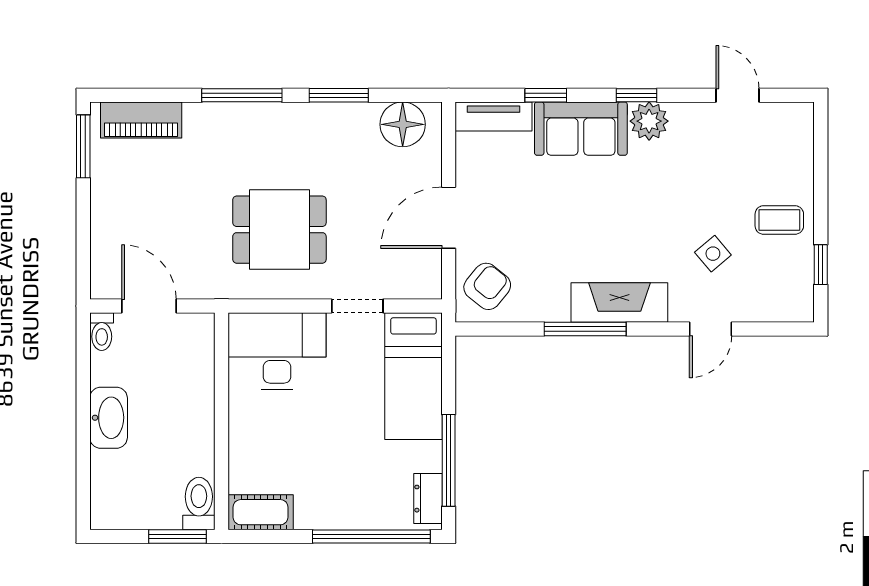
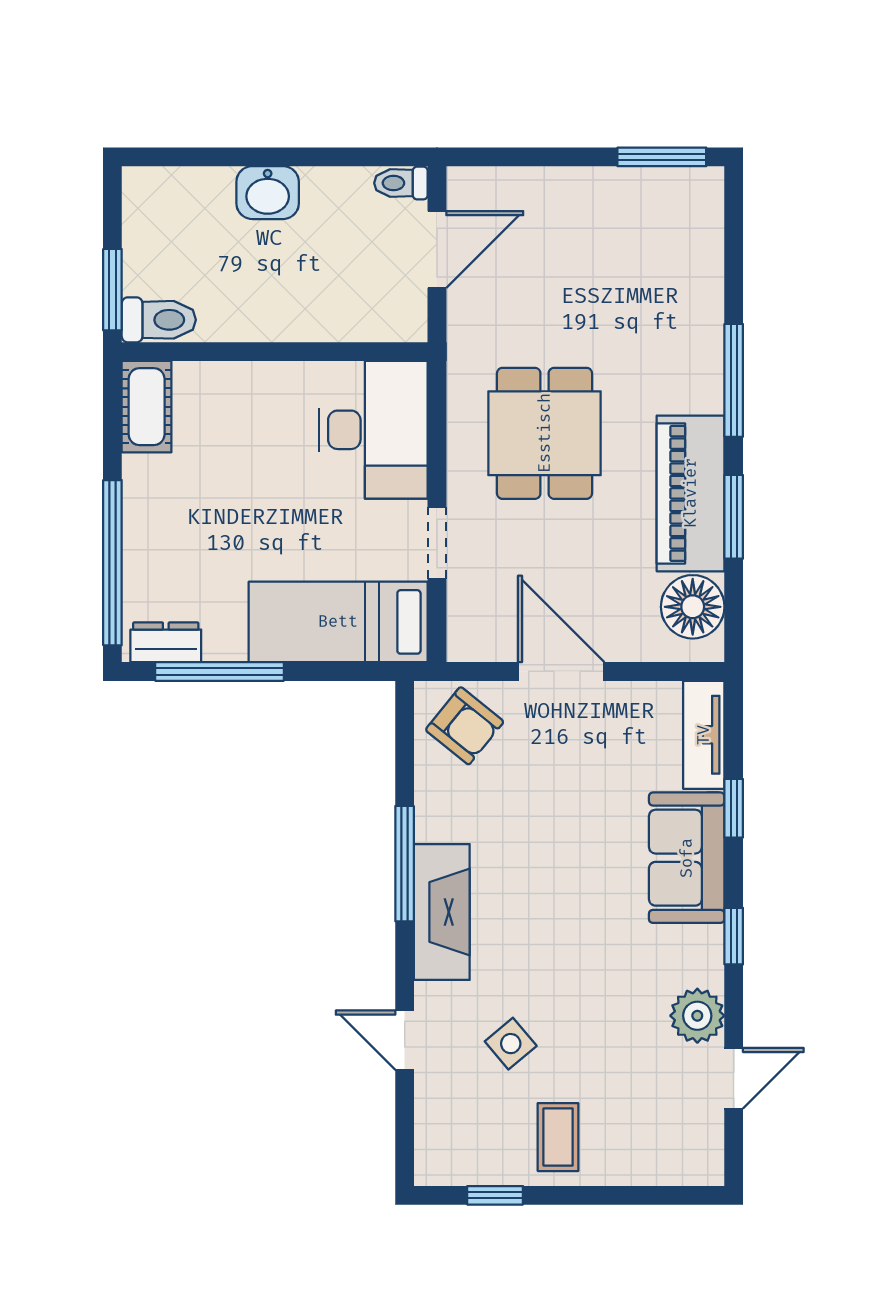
piano: (141, 120) -> (691, 493), moved, width x1.37, depth x1.33
plant: (649, 121) -> (697, 1016), moved
washbasin: (109, 418) -> (268, 193), width x0.72

